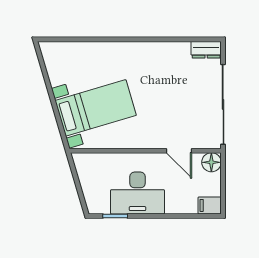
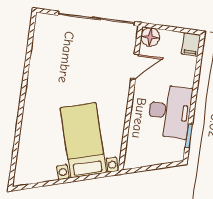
dresser: (206, 50) -> (42, 27), removed

